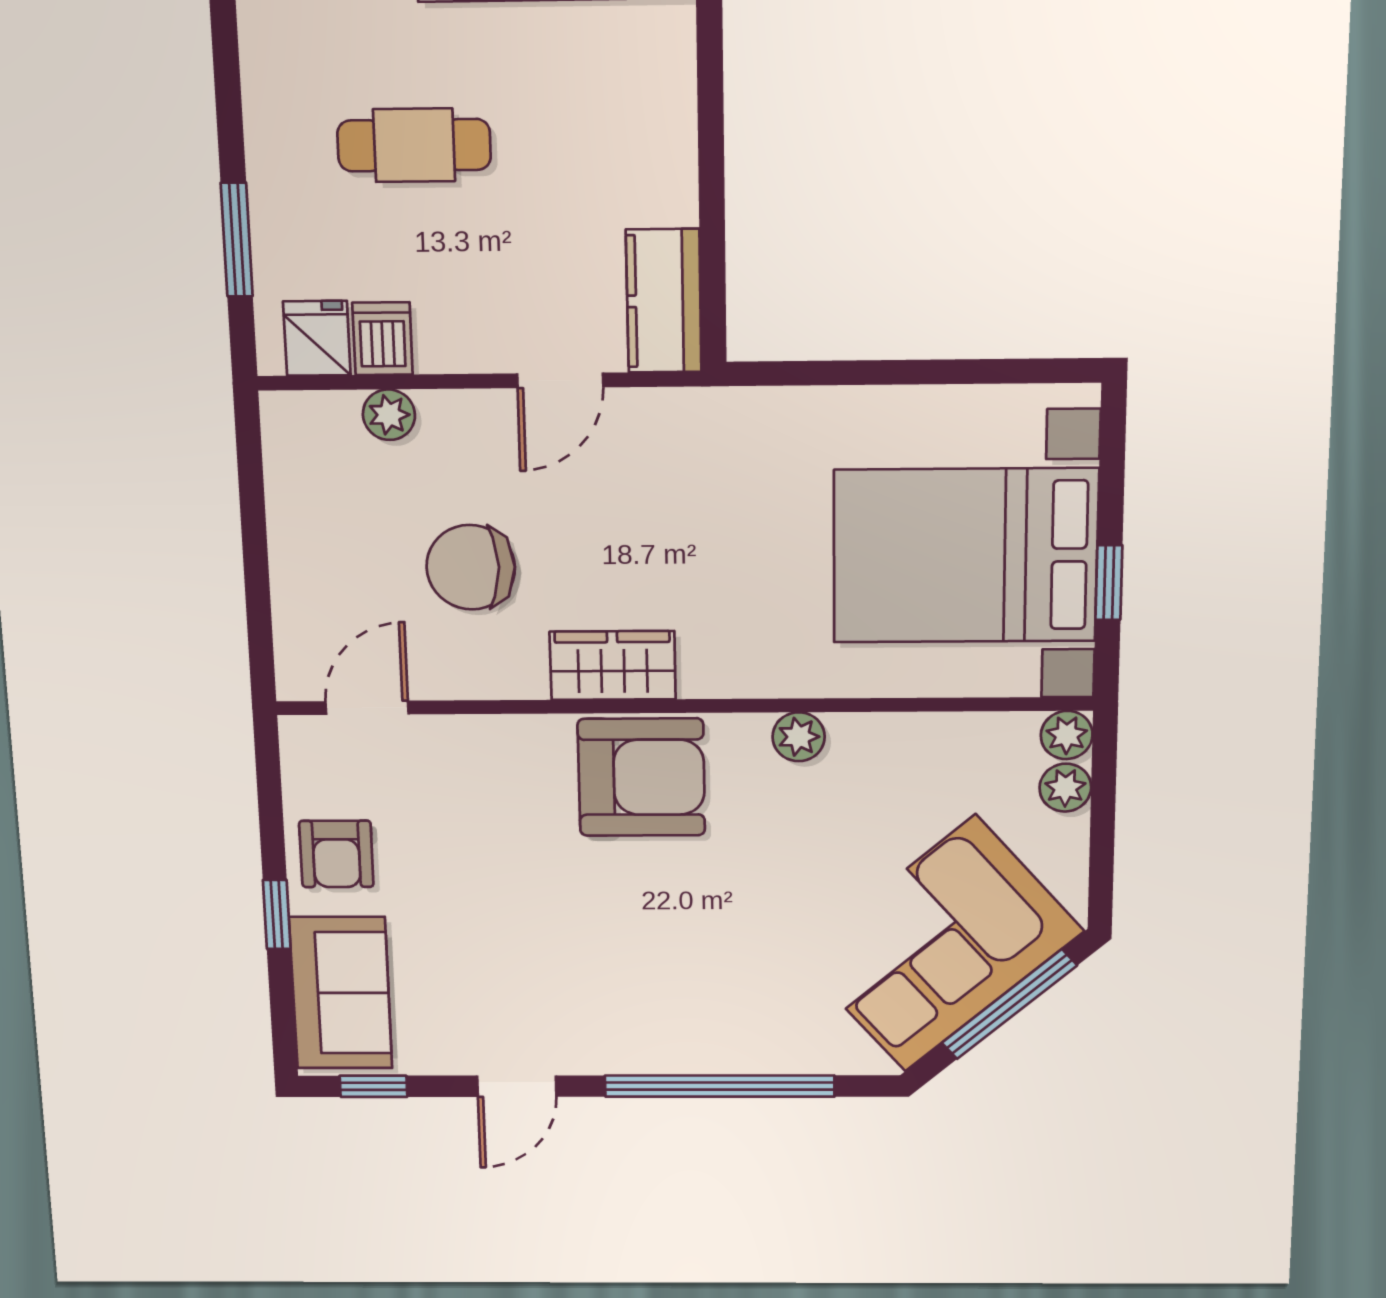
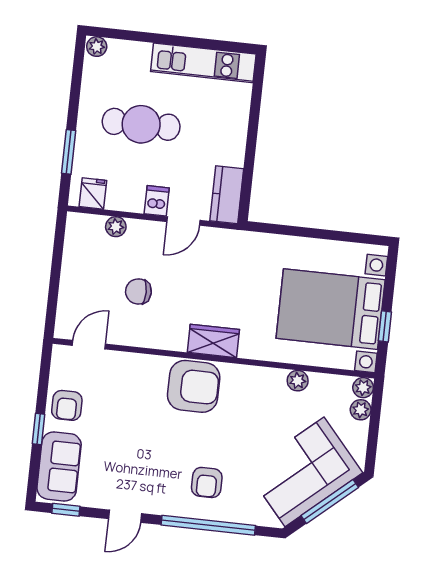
cafe table: (414, 145) -> (141, 124), width x1.37, depth x1.35
dishwasher: (382, 339) -> (157, 201), moved
chair: (471, 567) -> (138, 291), width x0.73, depth x0.73
wardrobe: (613, 665) -> (213, 341), moved
plant: (799, 737) -> (298, 381), moved
armchair: (703, 992) -> (207, 482), added

